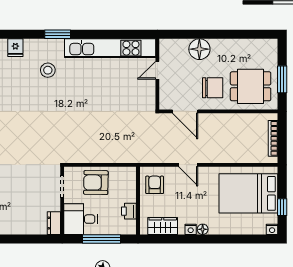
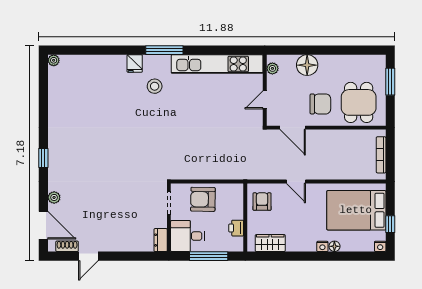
window: (58, 34) -> (164, 50), width x1.44
fridge: (15, 48) -> (135, 64), moved
plant: (165, 52) -> (272, 68), added
door: (157, 70) -> (265, 100), moved
window: (282, 79) -> (390, 82), moved
dining table: (251, 86) -> (359, 102), turned 90
nightstand: (191, 229) -> (322, 246), moved
floor lamp: (203, 229) -> (334, 246), moved

